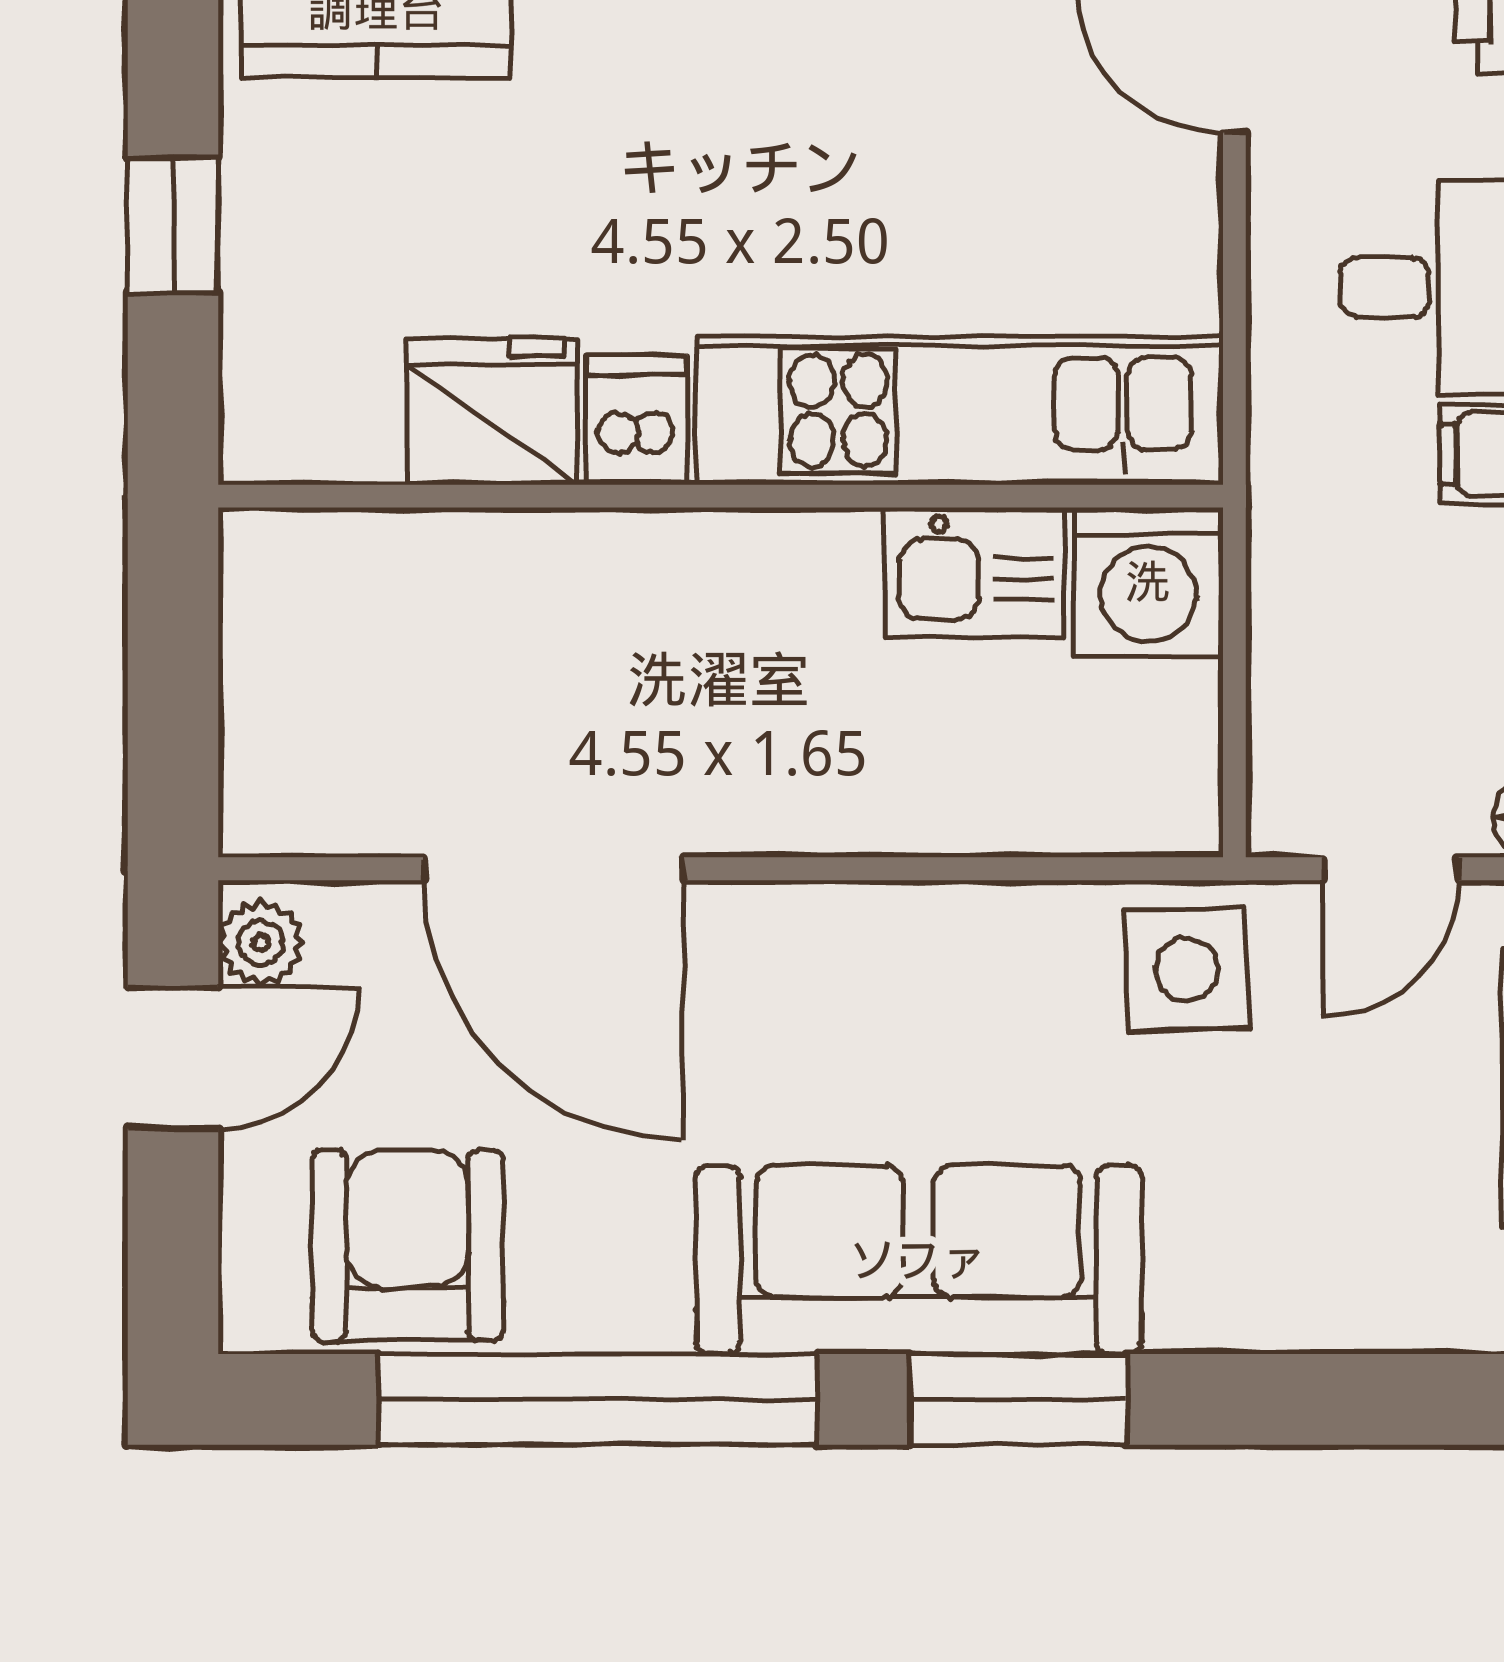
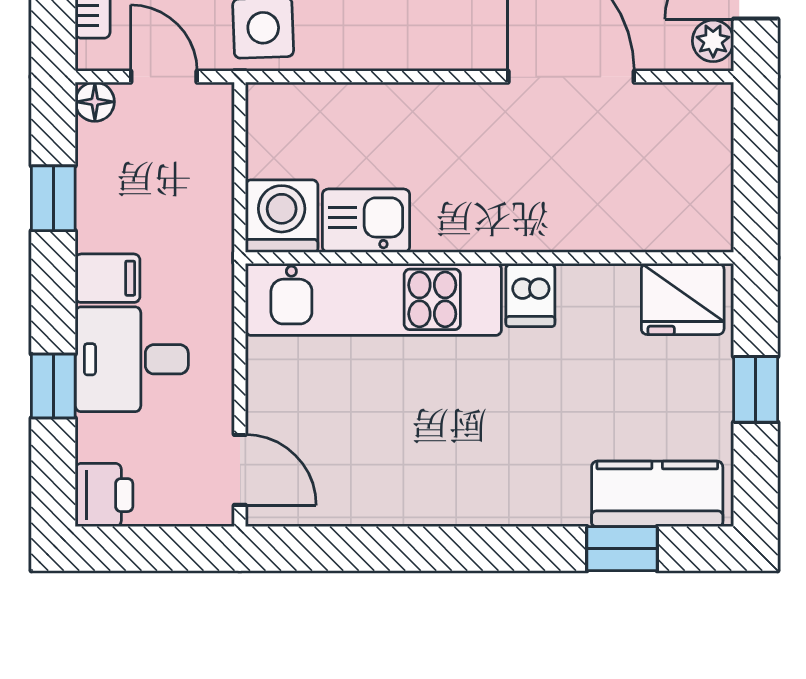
fridge: (492, 412) -> (683, 299), moved
door: (1391, 869) -> (164, 77), hinge flipped

